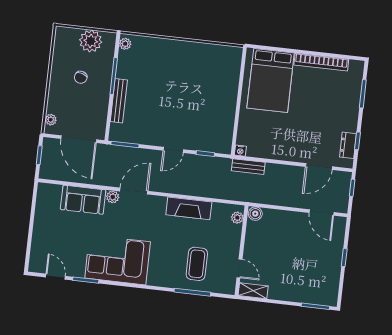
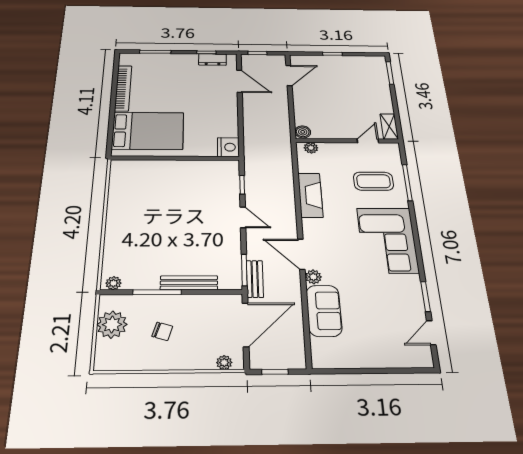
nightstand: (240, 151) -> (228, 147), width x1.89, depth x1.79
bench: (248, 167) -> (255, 279), moved
corner sofa: (118, 260) -> (387, 240), moved

